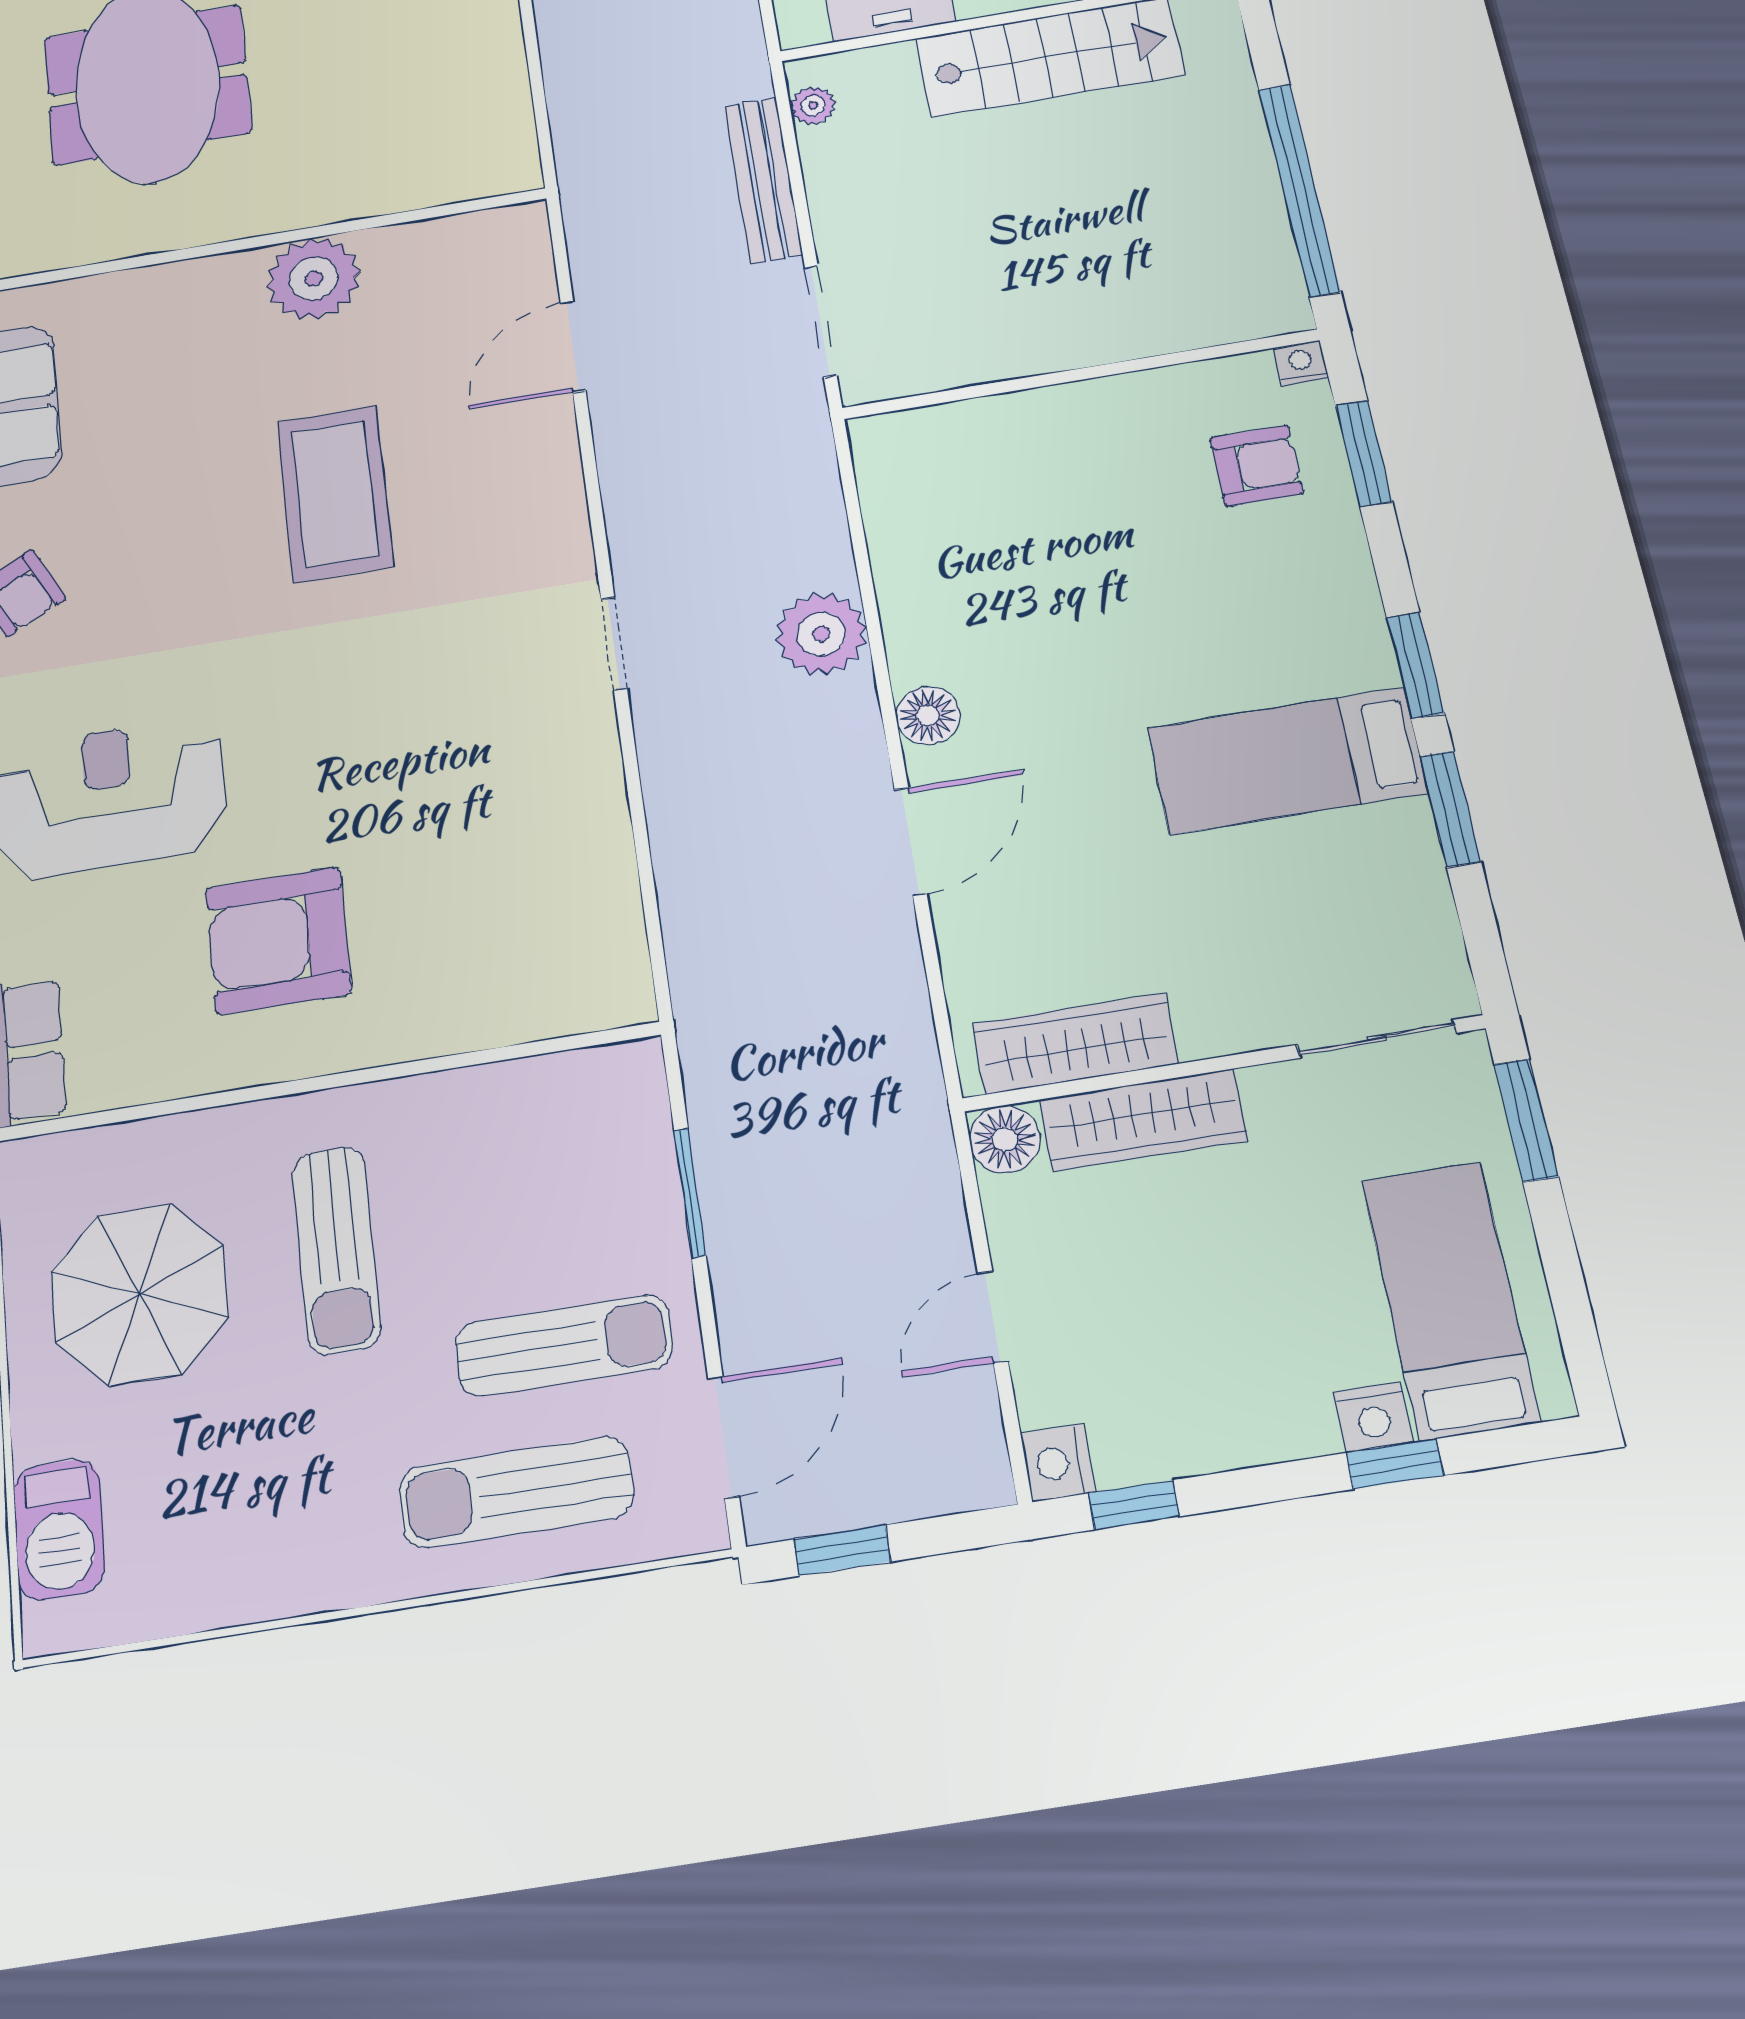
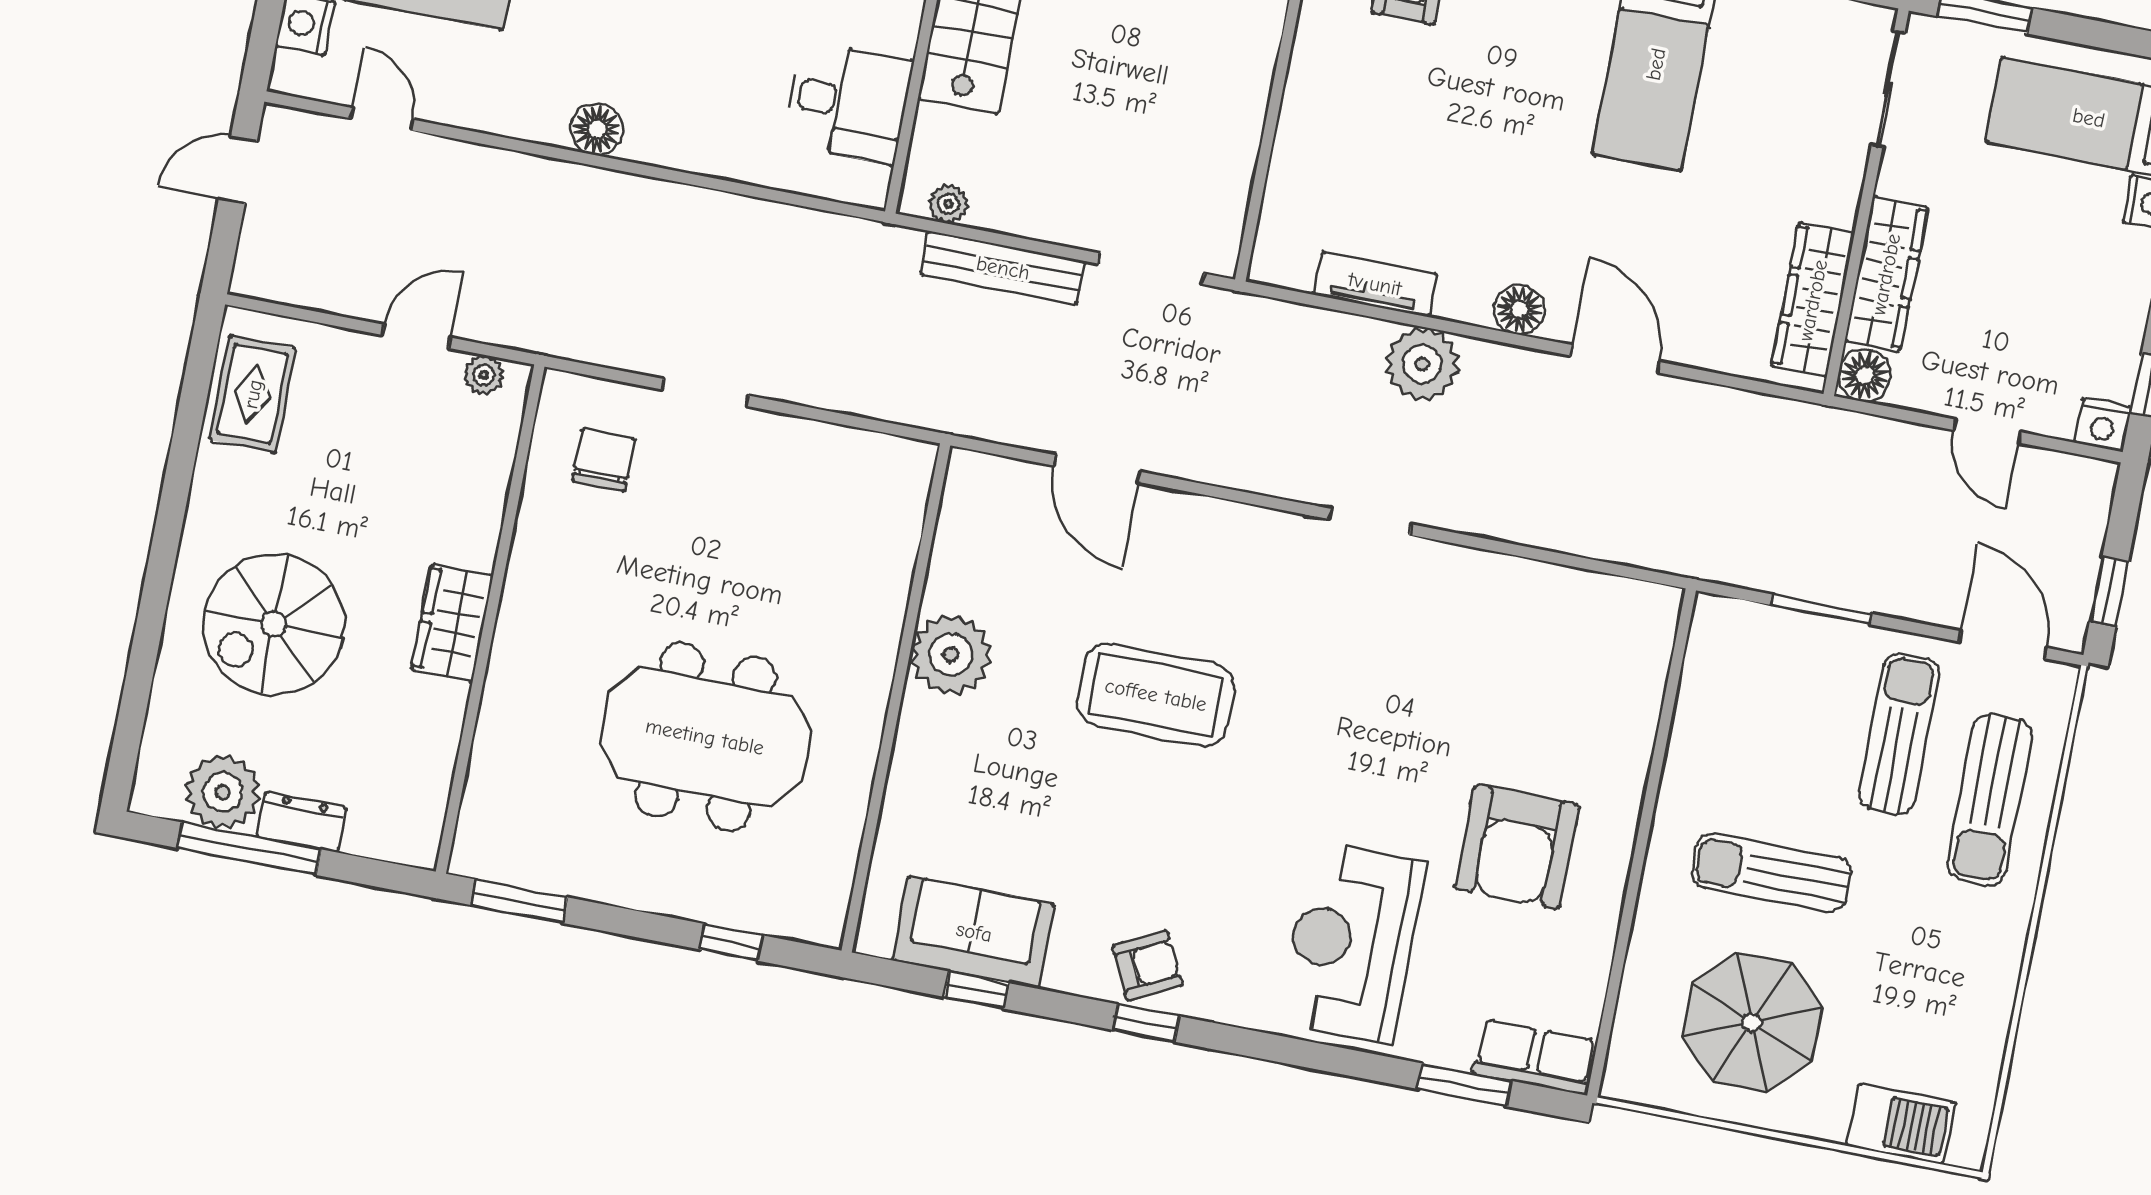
tv unit: (895, 552) -> (1375, 284), added
sun lounger: (336, 1250) -> (1771, 873), turned 180

